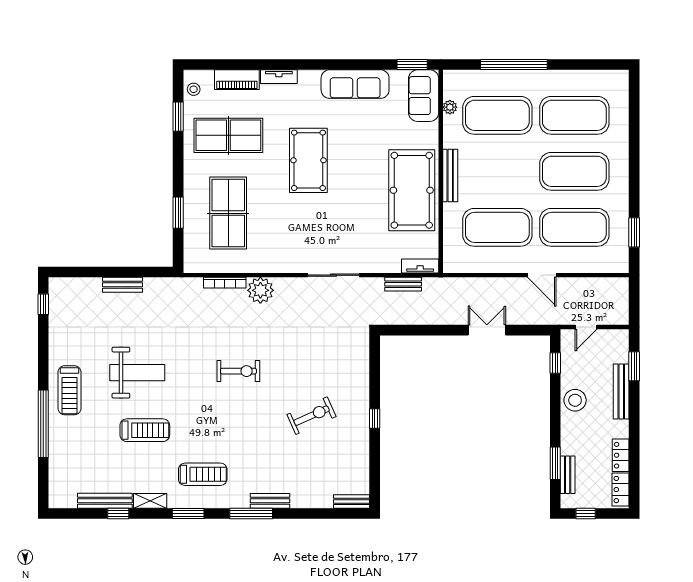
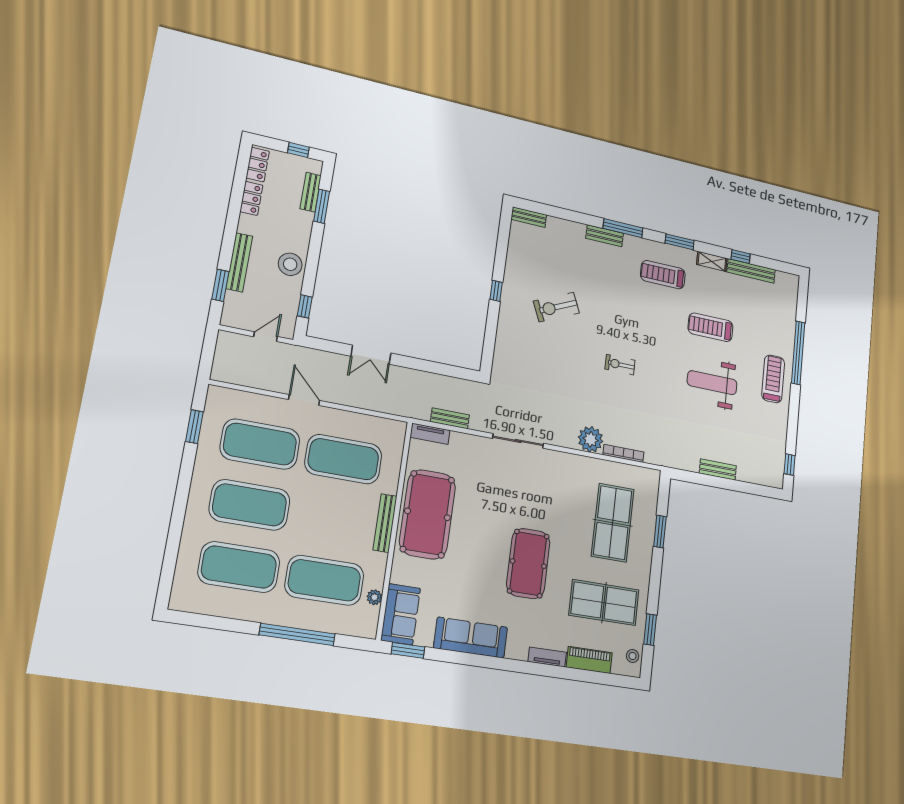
exercise bike: (238, 371) -> (620, 365), width x0.73, depth x0.72

